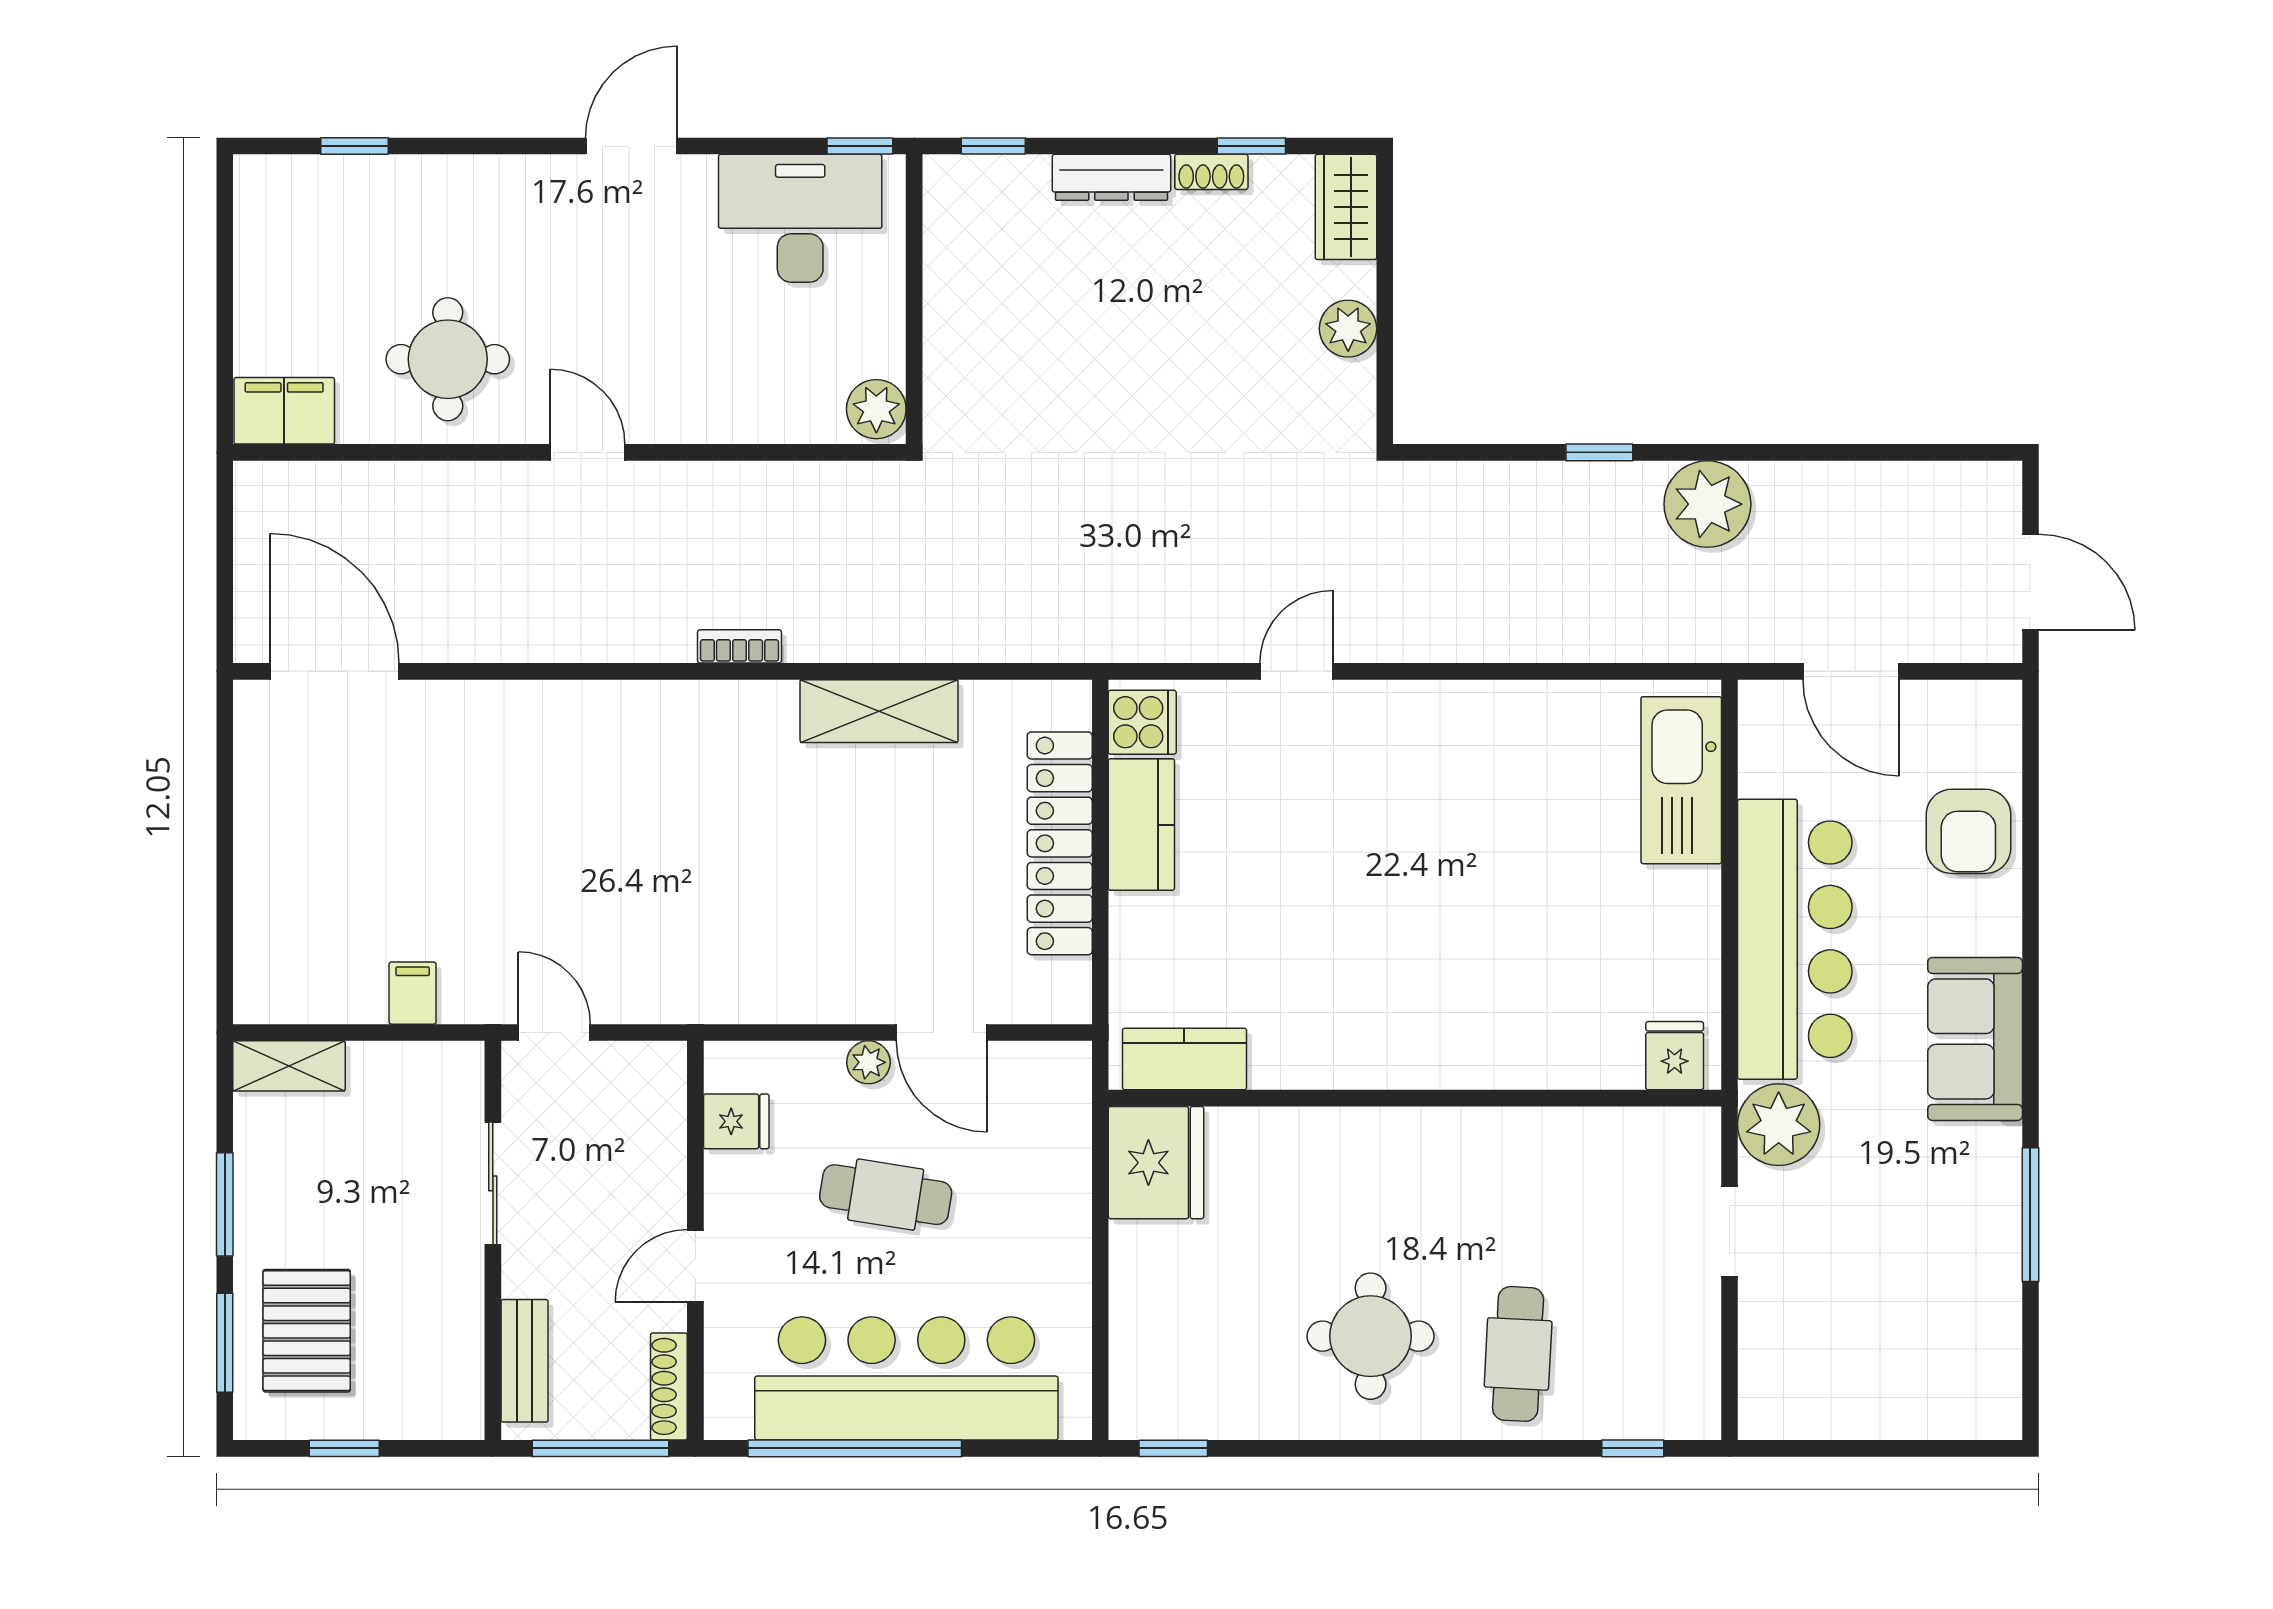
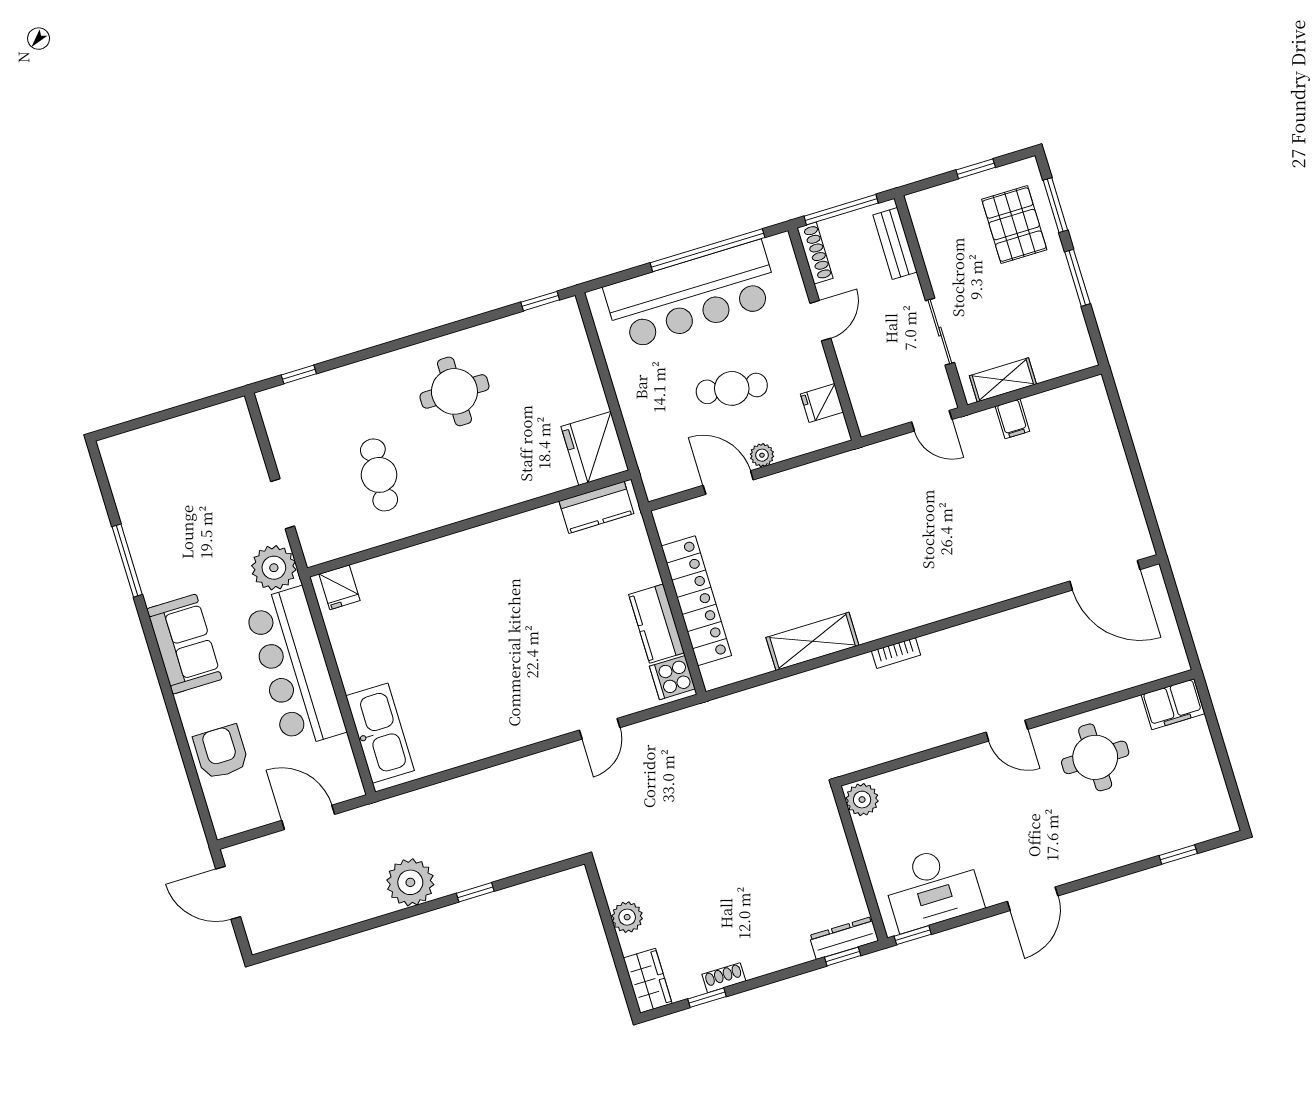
dresser: (1111, 177) -> (844, 938), moved
shelving: (289, 1066) -> (1003, 380), moved
cafe table: (1518, 1354) -> (379, 475), moved

